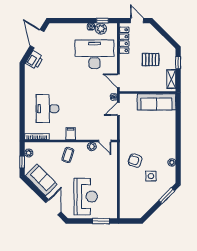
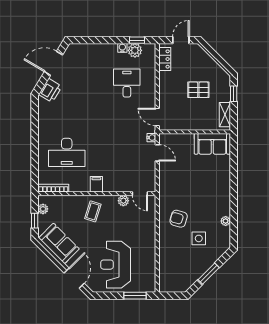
door: (137, 21) -> (181, 40), hinge flipped
door: (37, 39) -> (54, 63), hinge flipped
locker: (124, 40) -> (165, 59), width x0.66
desk: (95, 54) -> (127, 83), width x0.53, depth x0.77
sofa: (156, 102) -> (212, 144), width x0.73
desk: (47, 109) -> (67, 152), turned -90
door: (118, 109) -> (157, 153), swing flipped
window: (167, 196) -> (209, 274), moved
reception desk: (86, 197) -> (116, 265), turned 180

